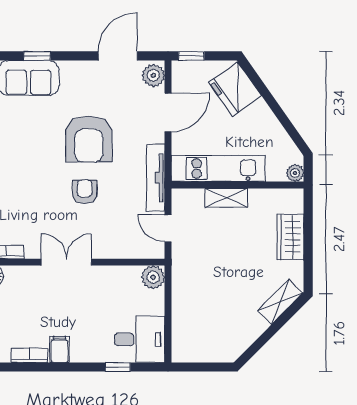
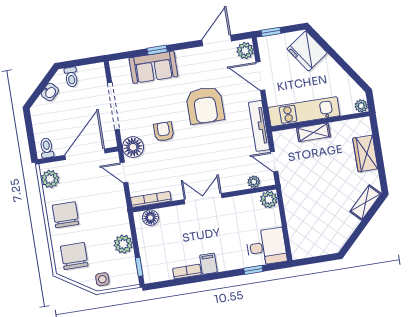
door: (168, 112) -> (260, 76), swing flipped
armchair: (85, 192) -> (164, 132), moved
plant: (137, 251) -> (254, 182), added

